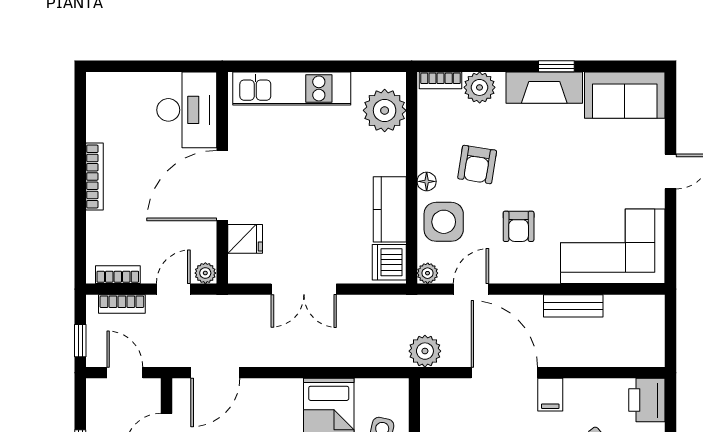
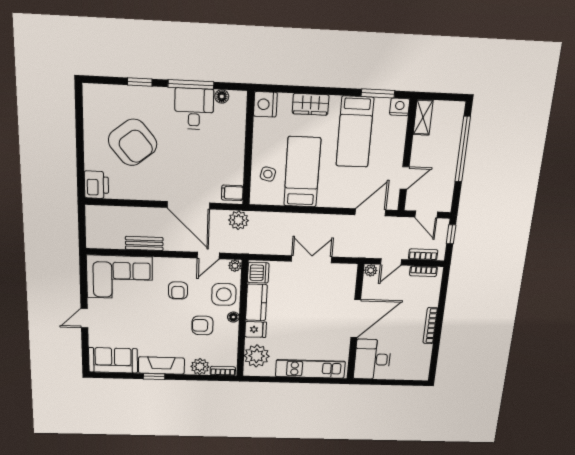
armchair: (477, 164) -> (203, 325), turned -99
armchair: (519, 226) -> (178, 290), turned 180
fridge: (245, 239) -> (256, 330), moved, turned 180
filing cabinet: (550, 395) -> (232, 193), moved, turned -90

